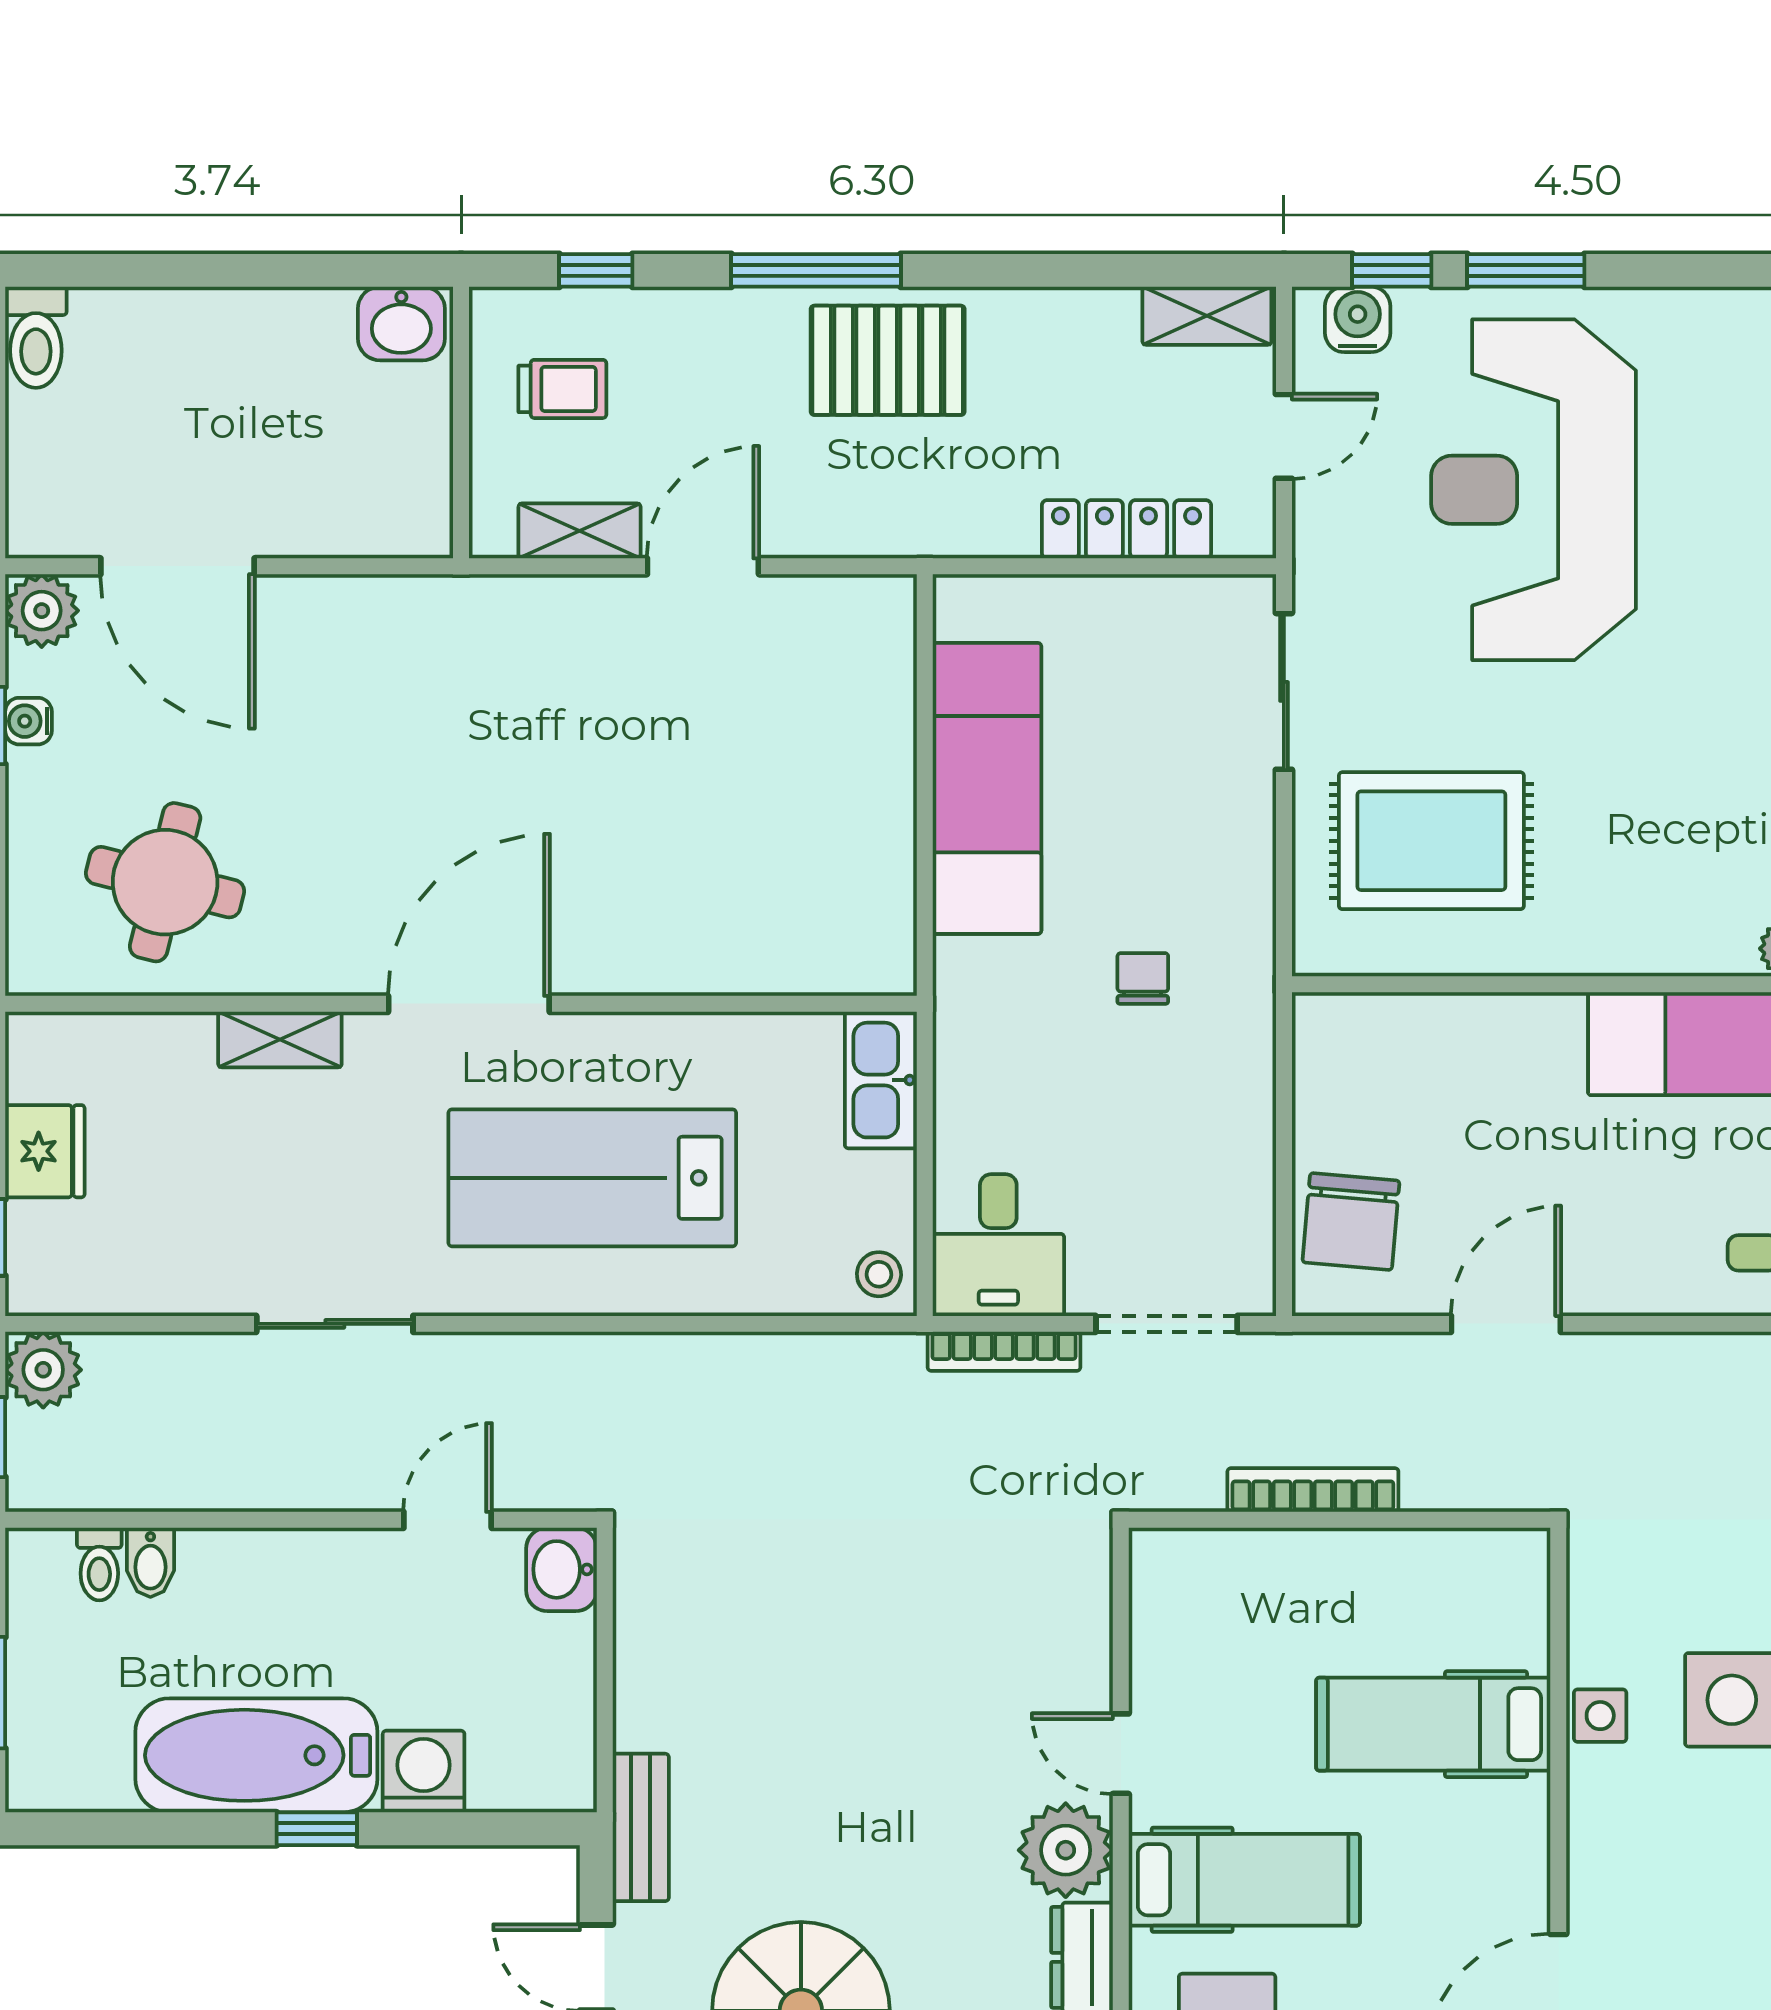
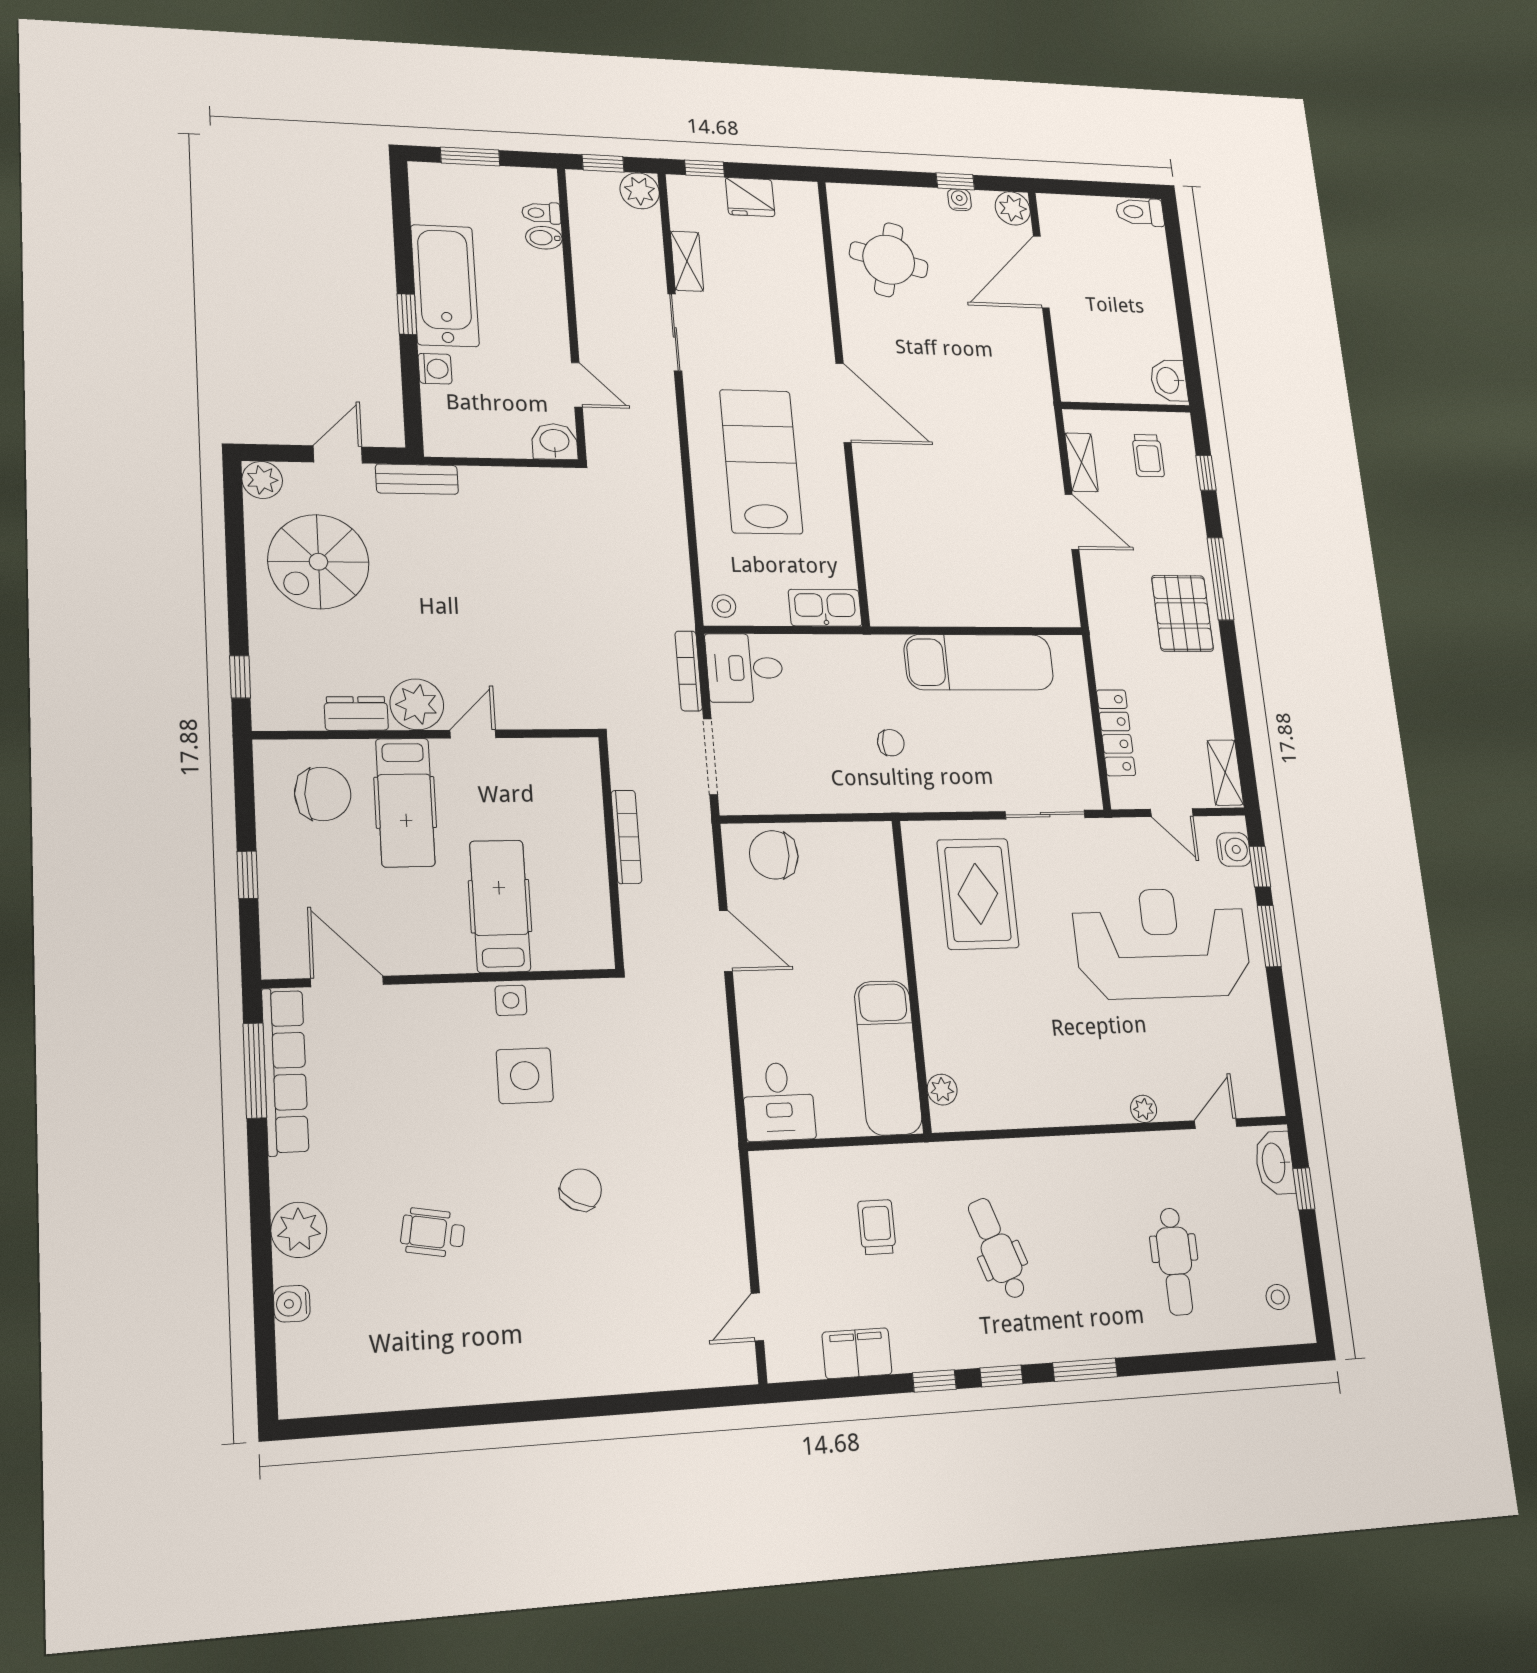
shelving: (280, 1039) -> (687, 261), moved
washing machine: (424, 1772) -> (435, 369), width x0.73, depth x0.73

